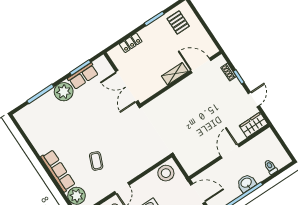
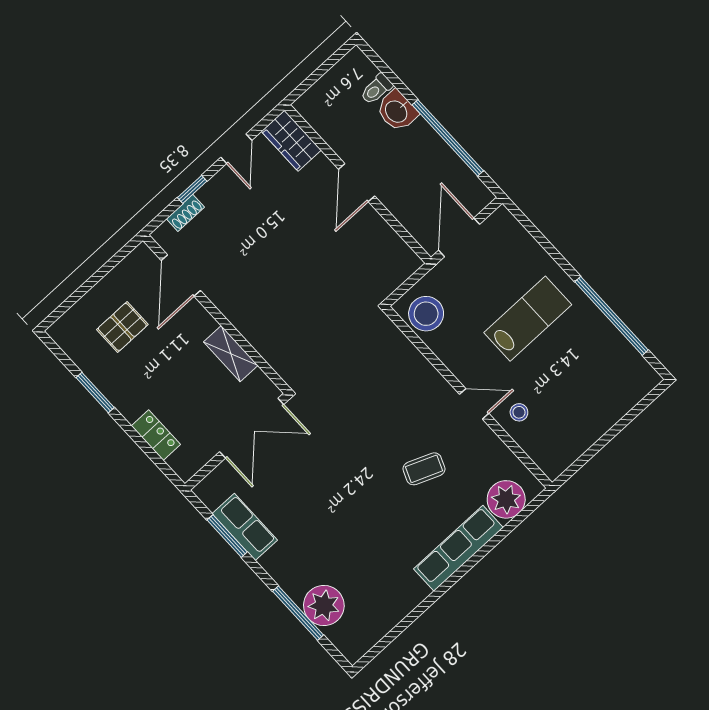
pallet: (178, 22) -> (122, 327), moved
shelving: (175, 74) -> (231, 354), moved
plant: (64, 92) -> (324, 605), moved
door: (254, 100) -> (236, 149), swing flipped
door: (230, 151) -> (357, 183), hinge flipped
washbasin: (246, 183) -> (397, 111), moved

